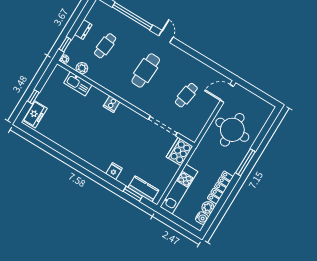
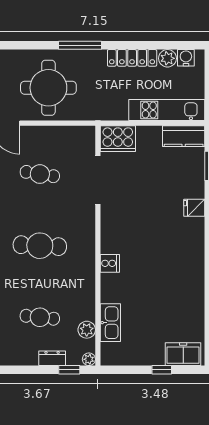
dresser: (83, 29) -> (52, 358), moved
kitchen counter: (143, 189) -> (184, 136), moved, turned -90

